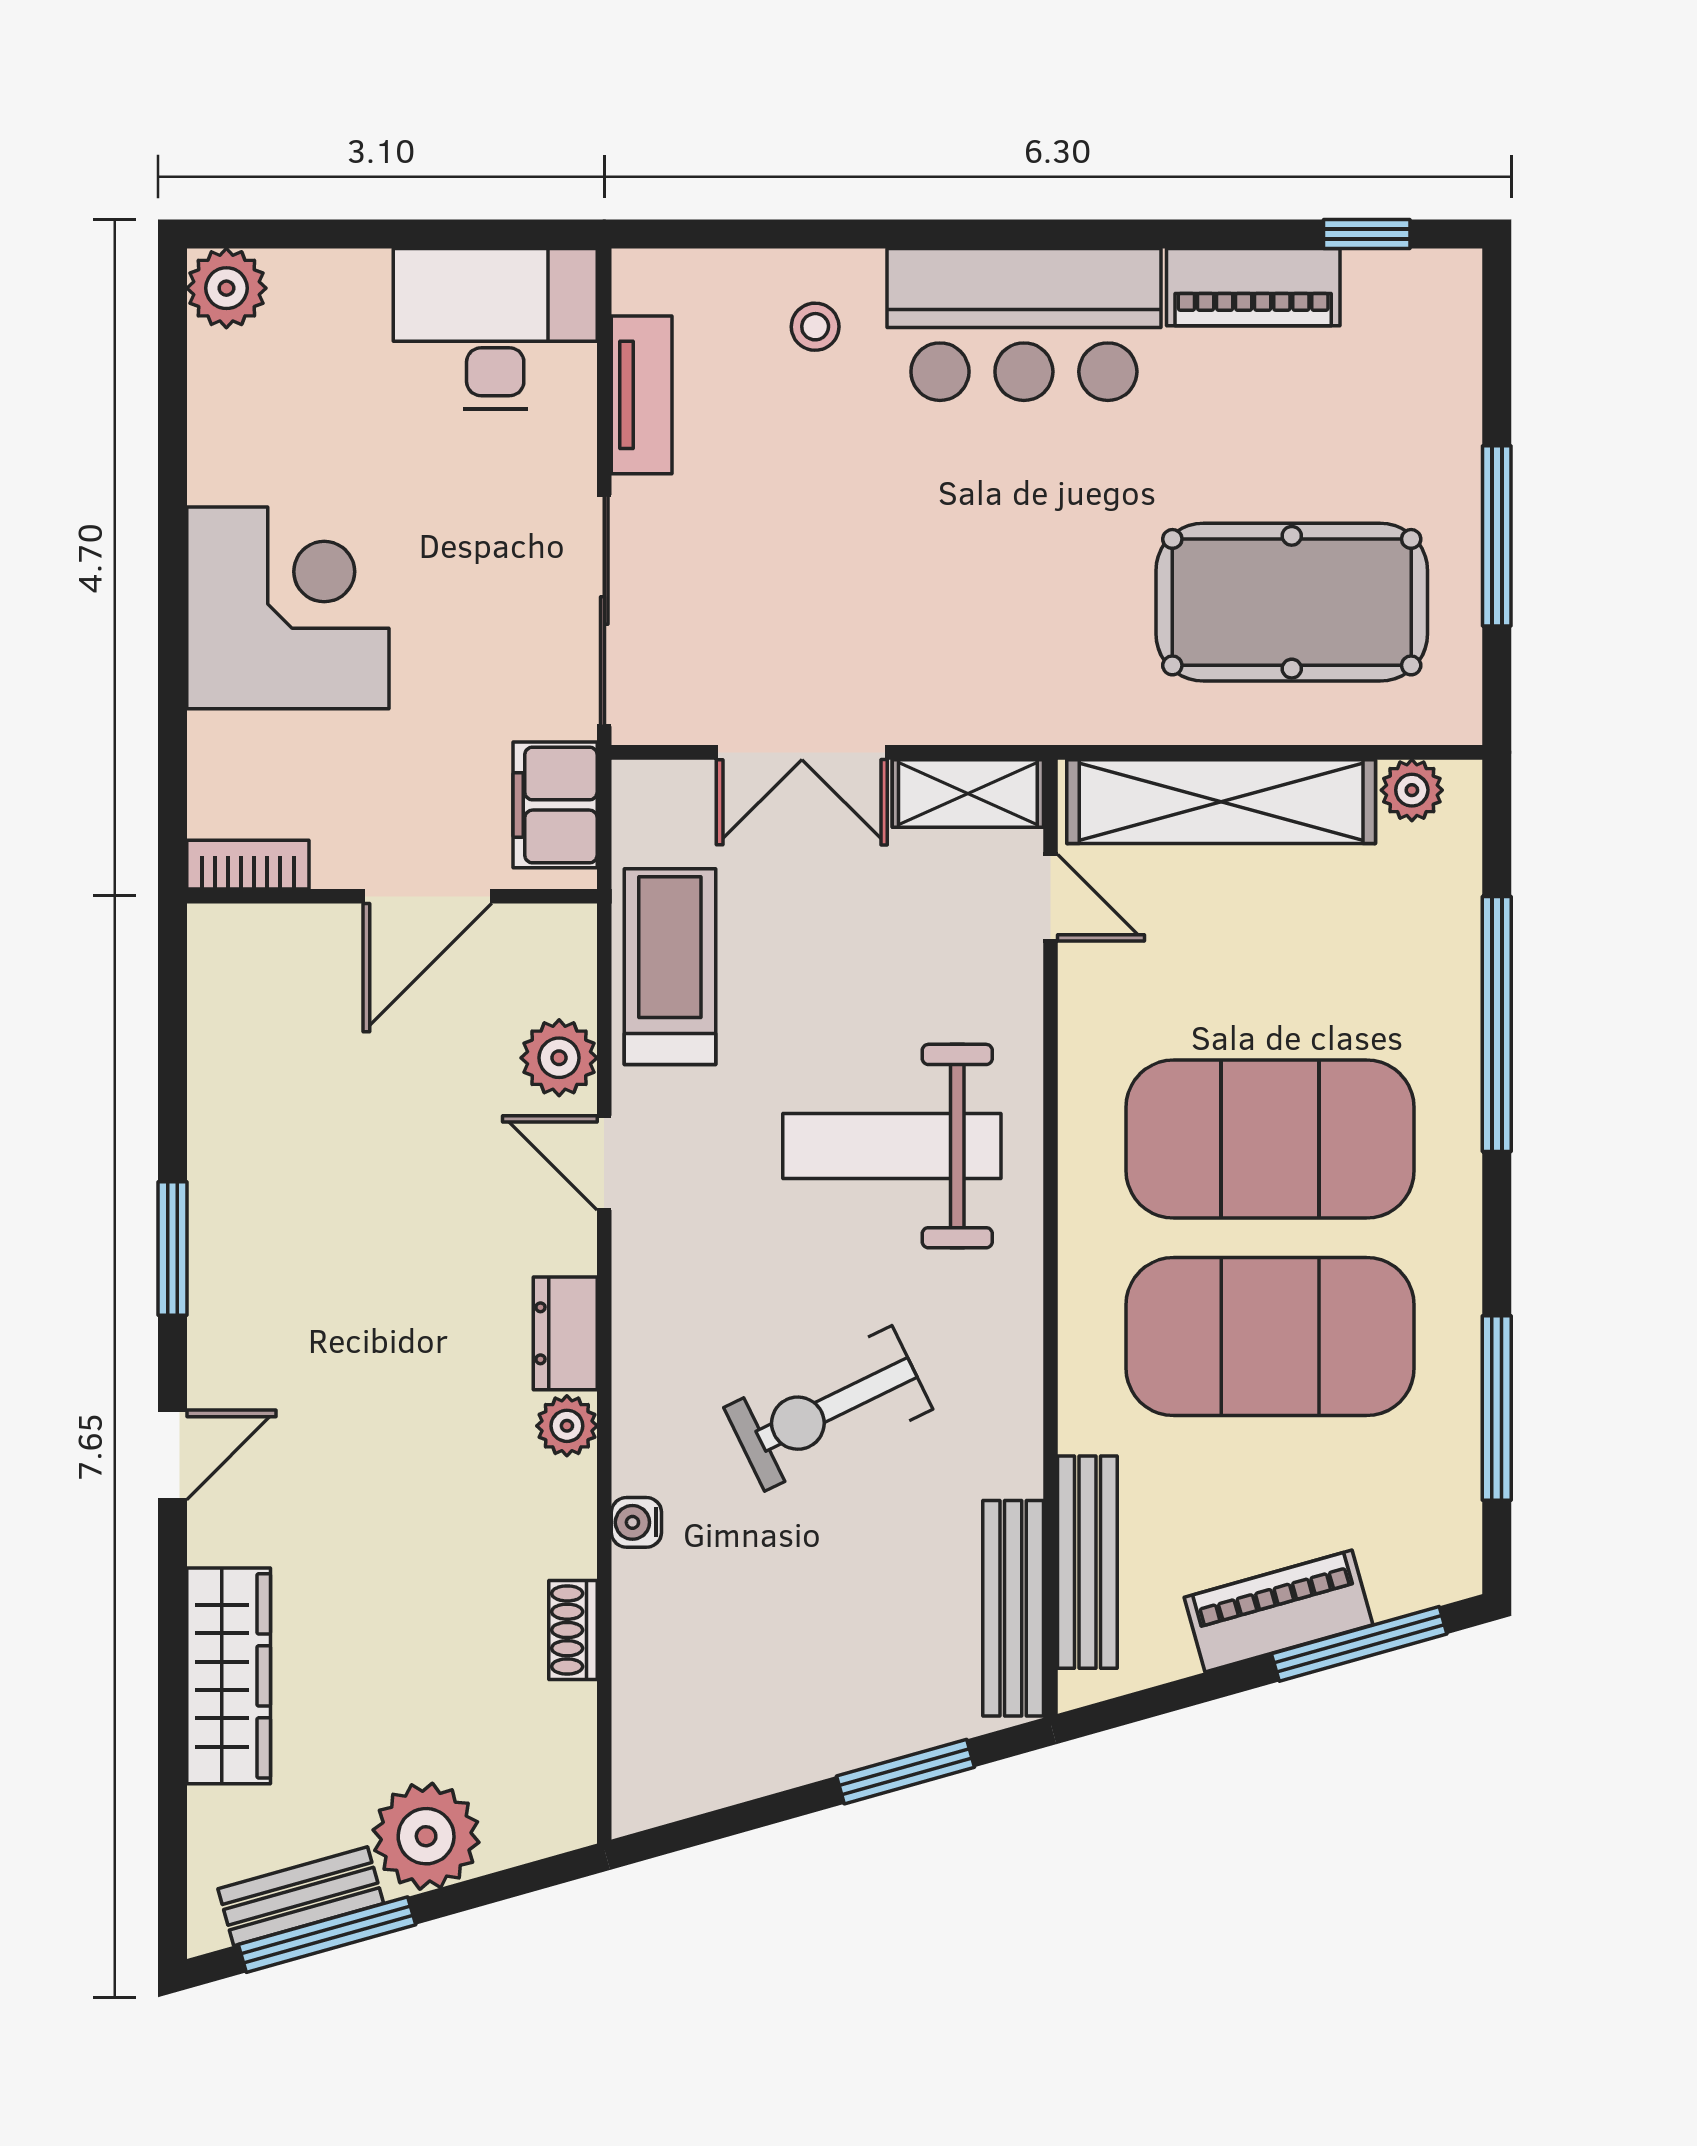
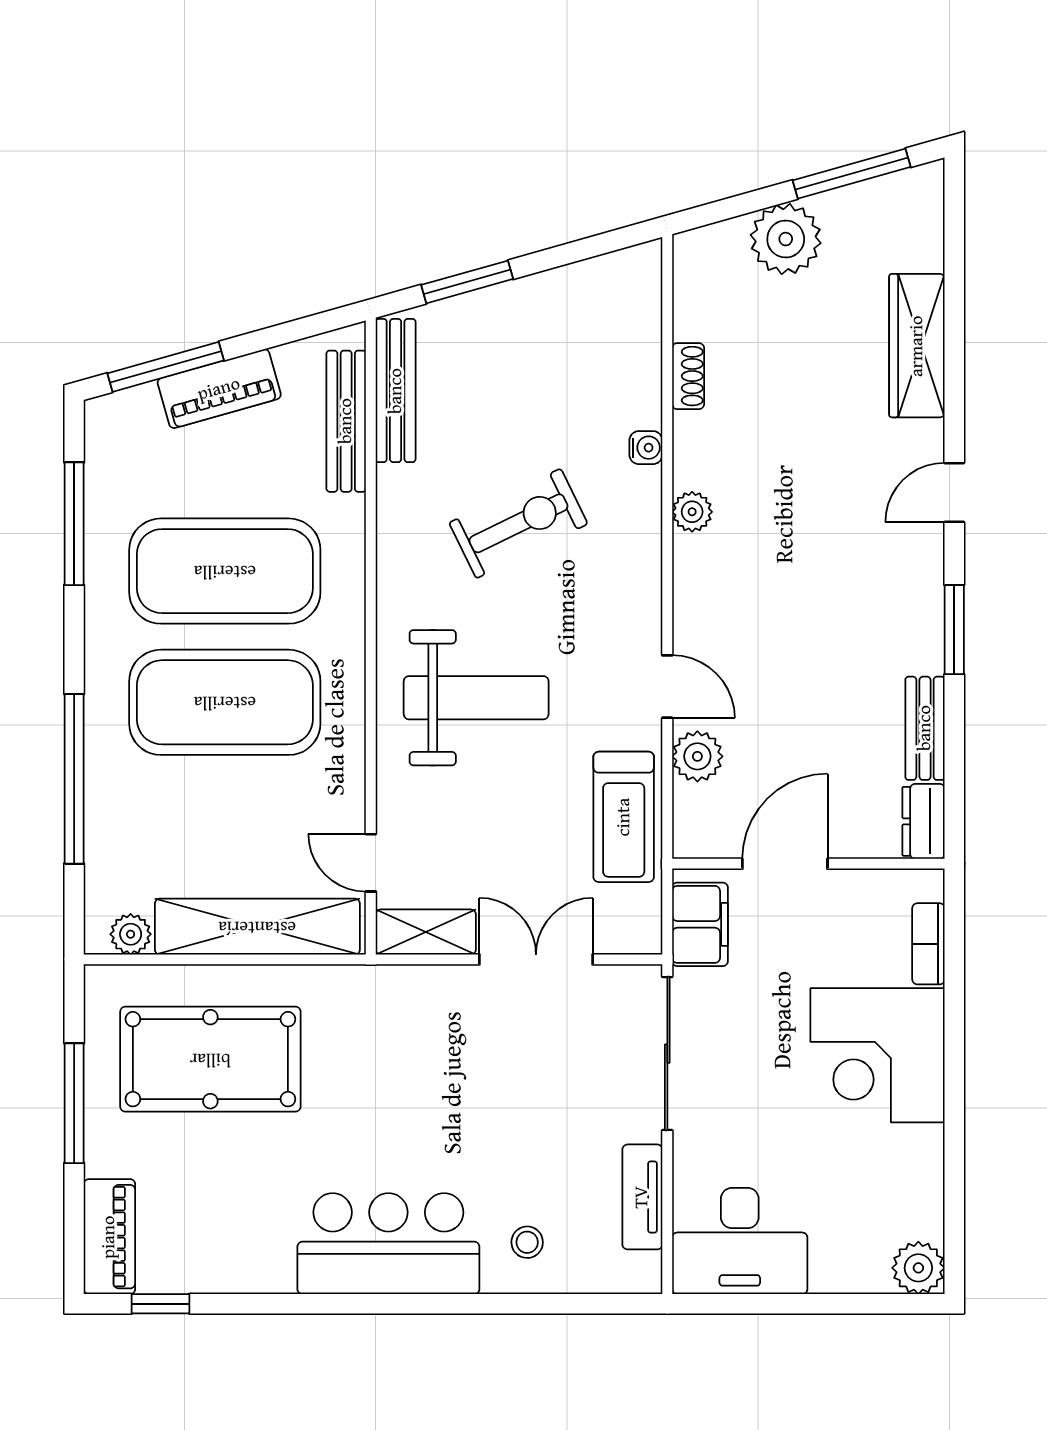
piano: (1253, 287) -> (109, 1237), moved, turned 90
bookcase: (248, 865) -> (928, 944), moved, turned 90
dresser: (565, 1333) -> (924, 821), moved, turned 180
bench: (301, 1896) -> (925, 728), moved, turned -74

